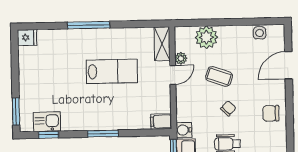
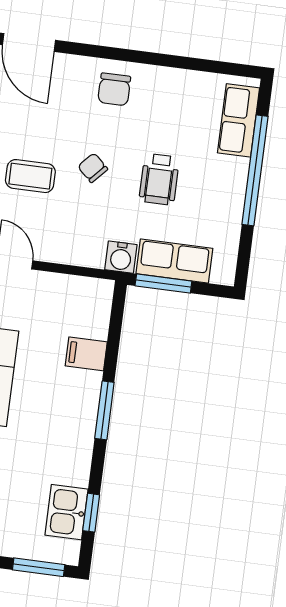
coffee table: (219, 76) -> (30, 176), turned 71
filing cabinet: (161, 121) -> (86, 354), moved, turned 90

